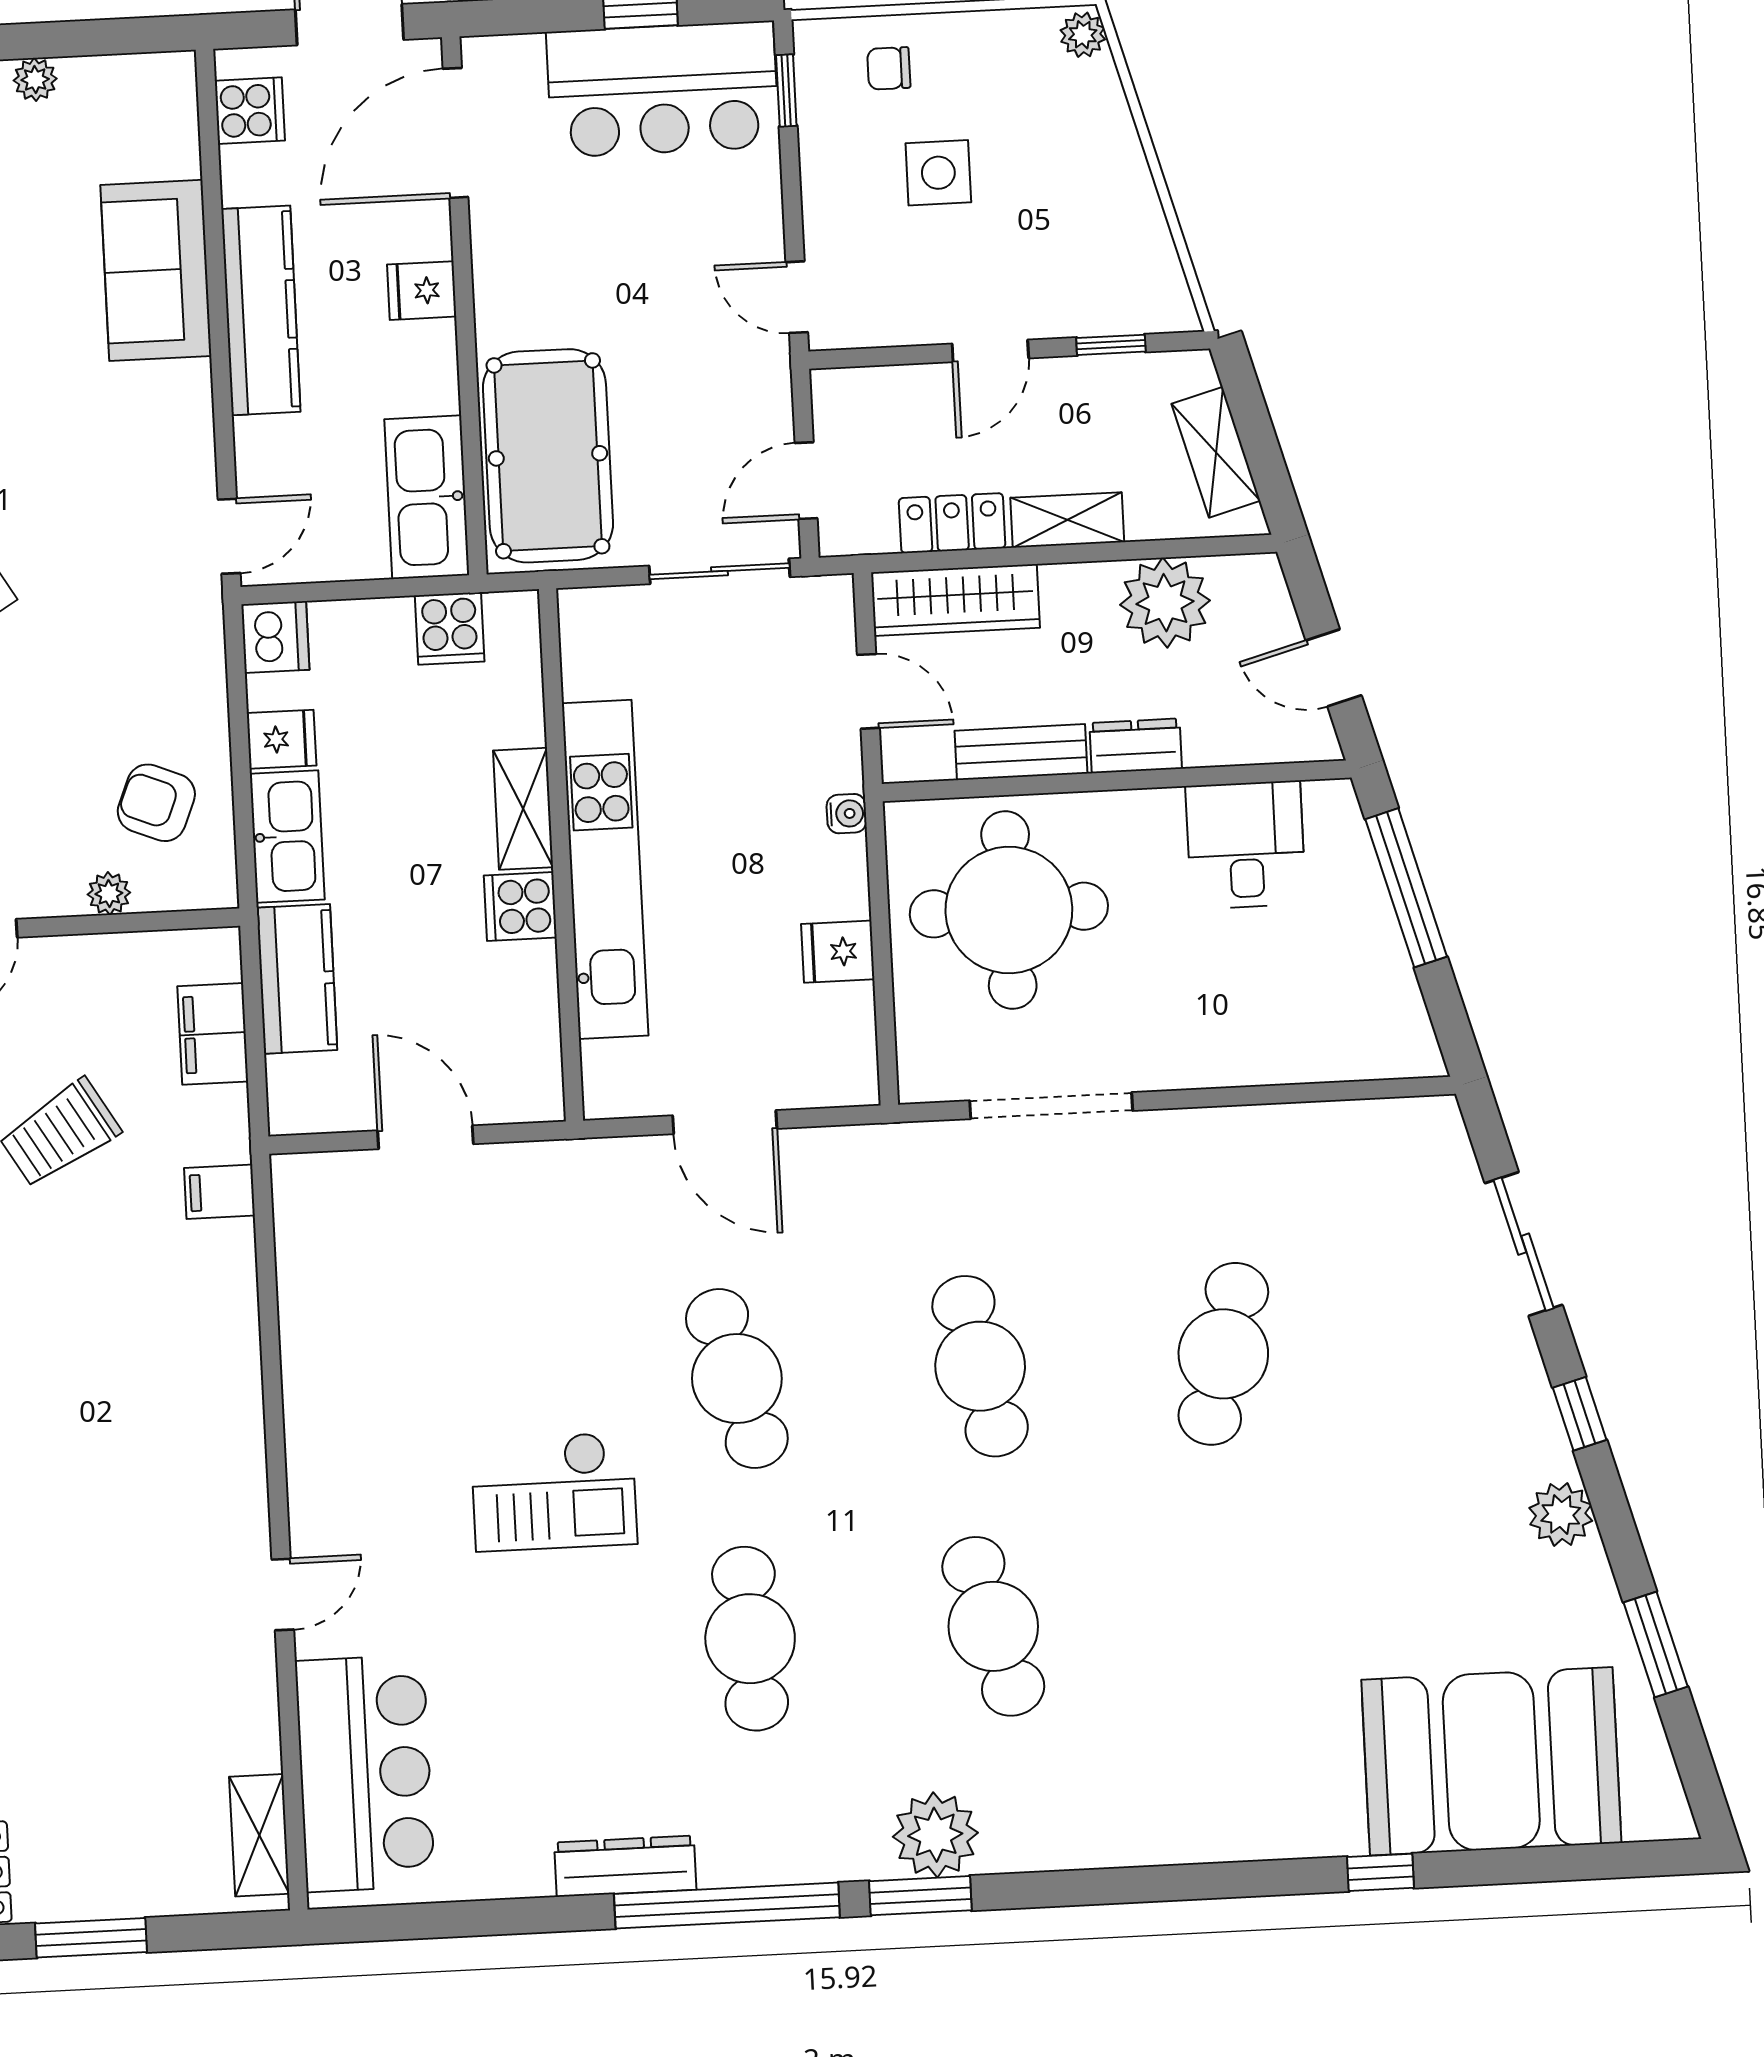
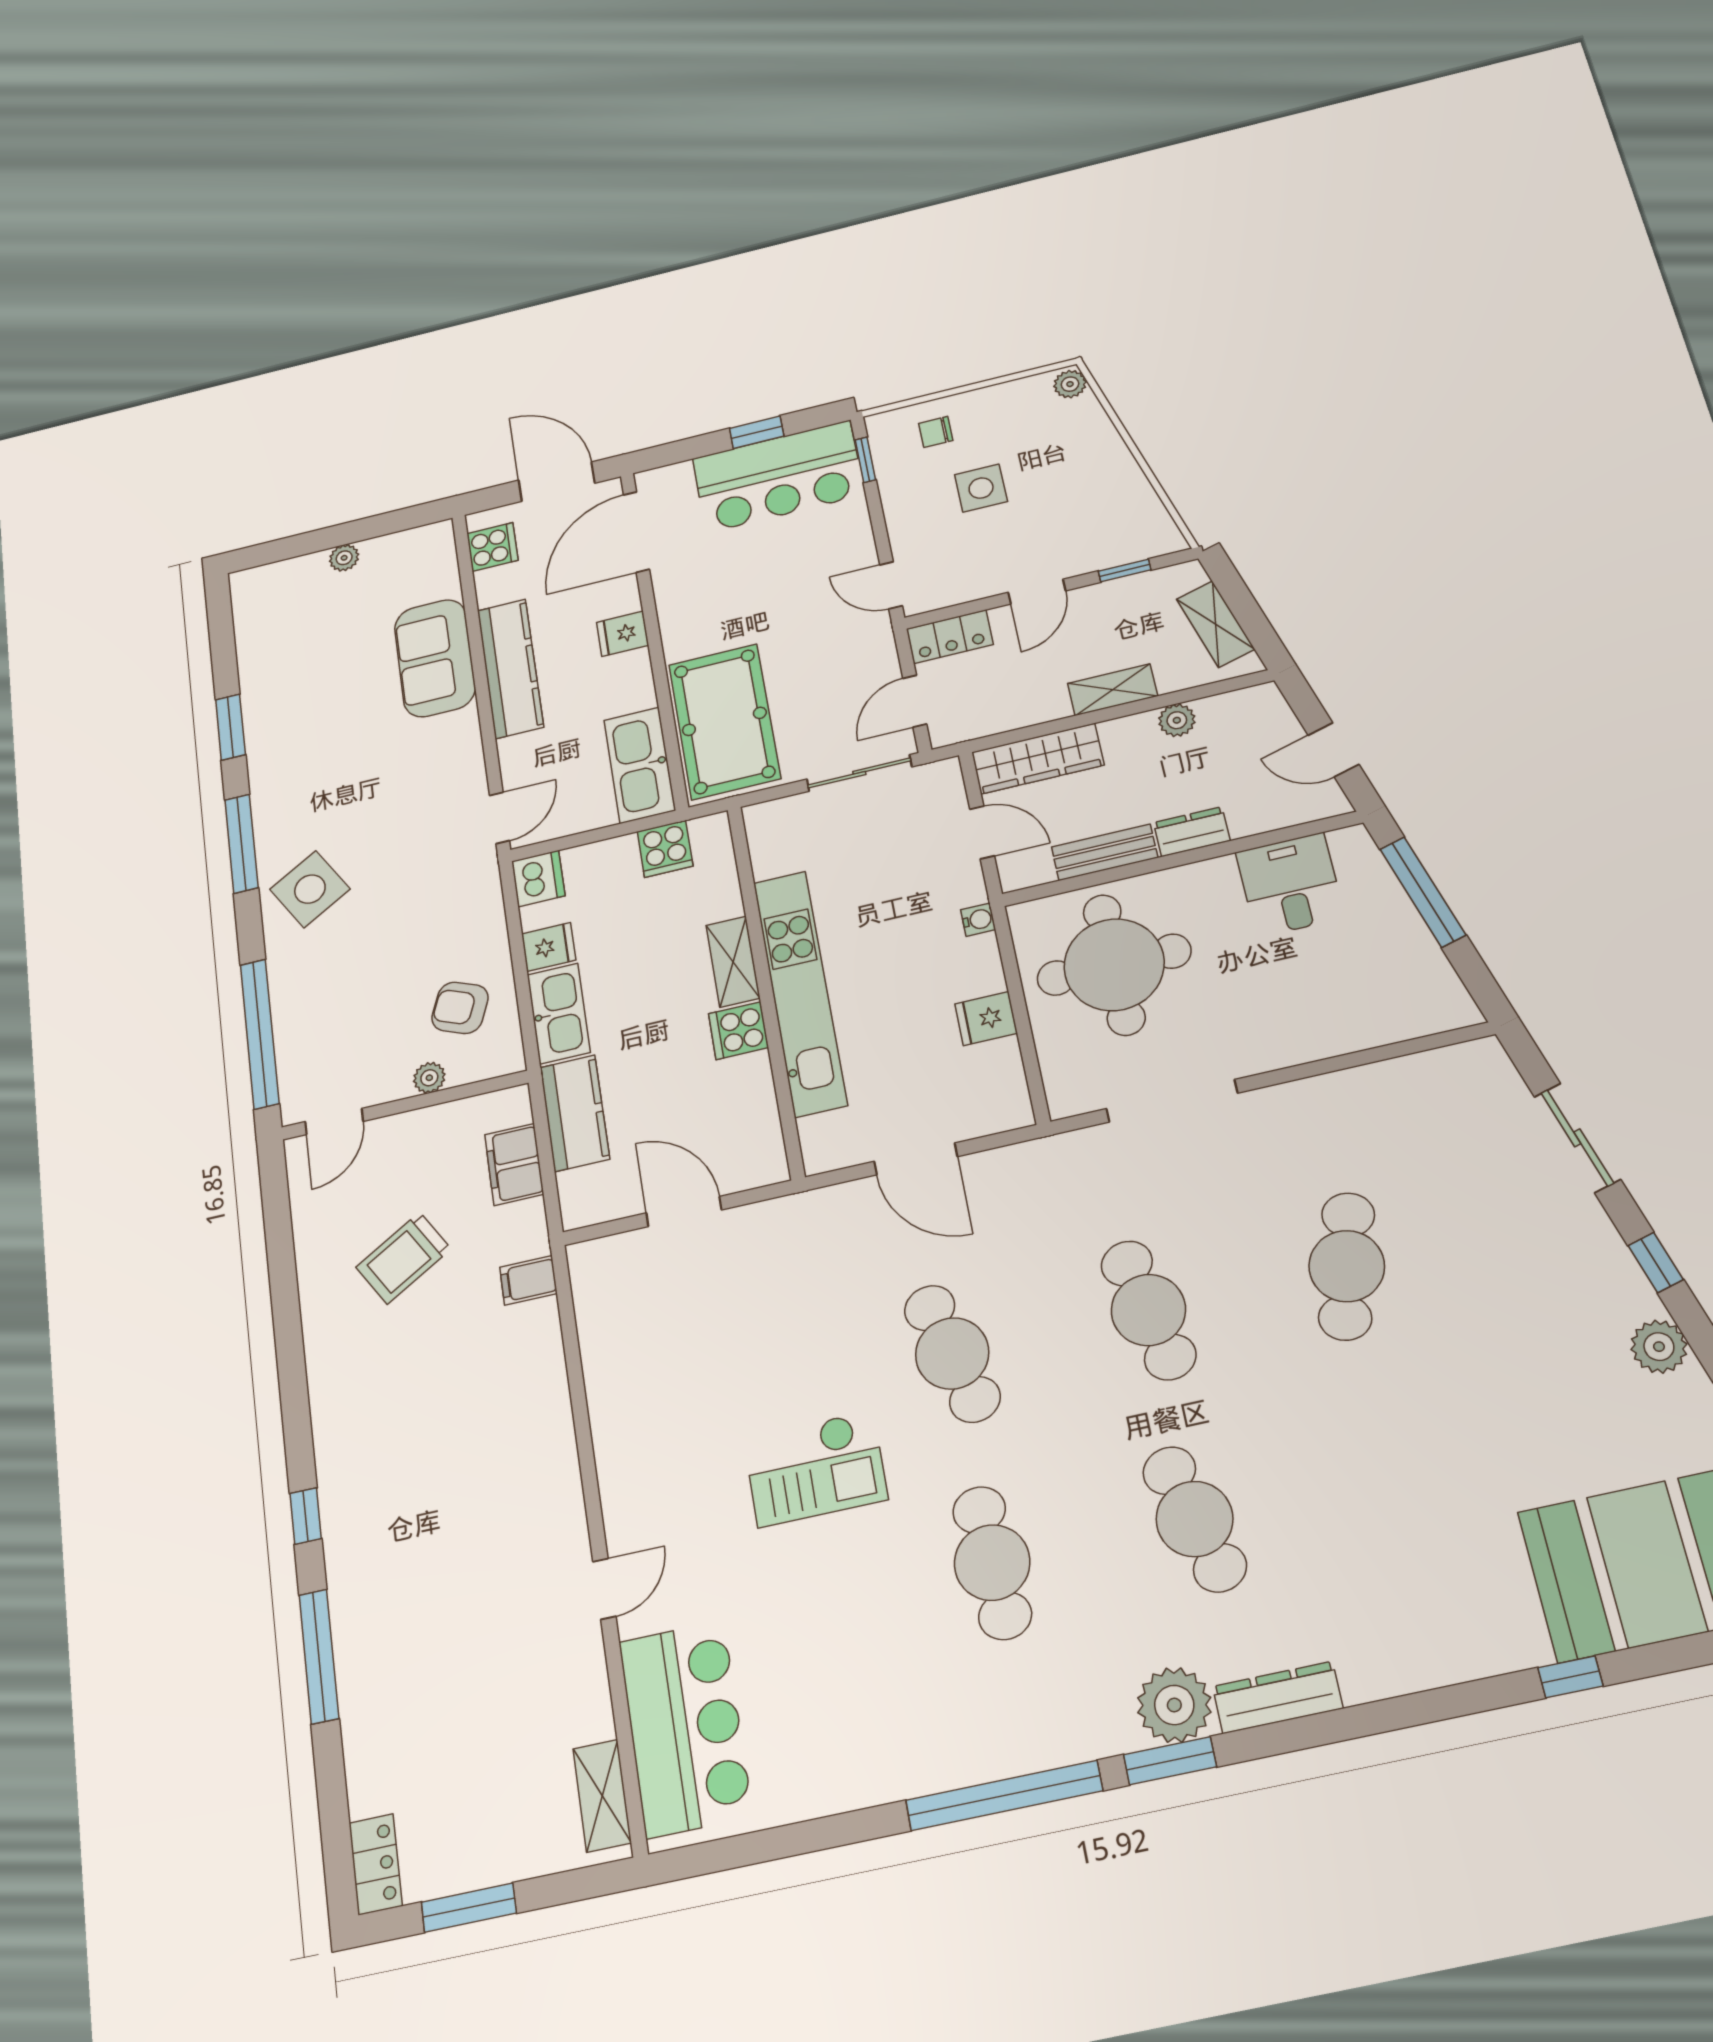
locker: (952, 523) -> (950, 637), moved, turned 180
plant: (1165, 603) -> (1177, 720), width x0.53, depth x0.53
dresser: (625, 1866) -> (1278, 1697), moved

